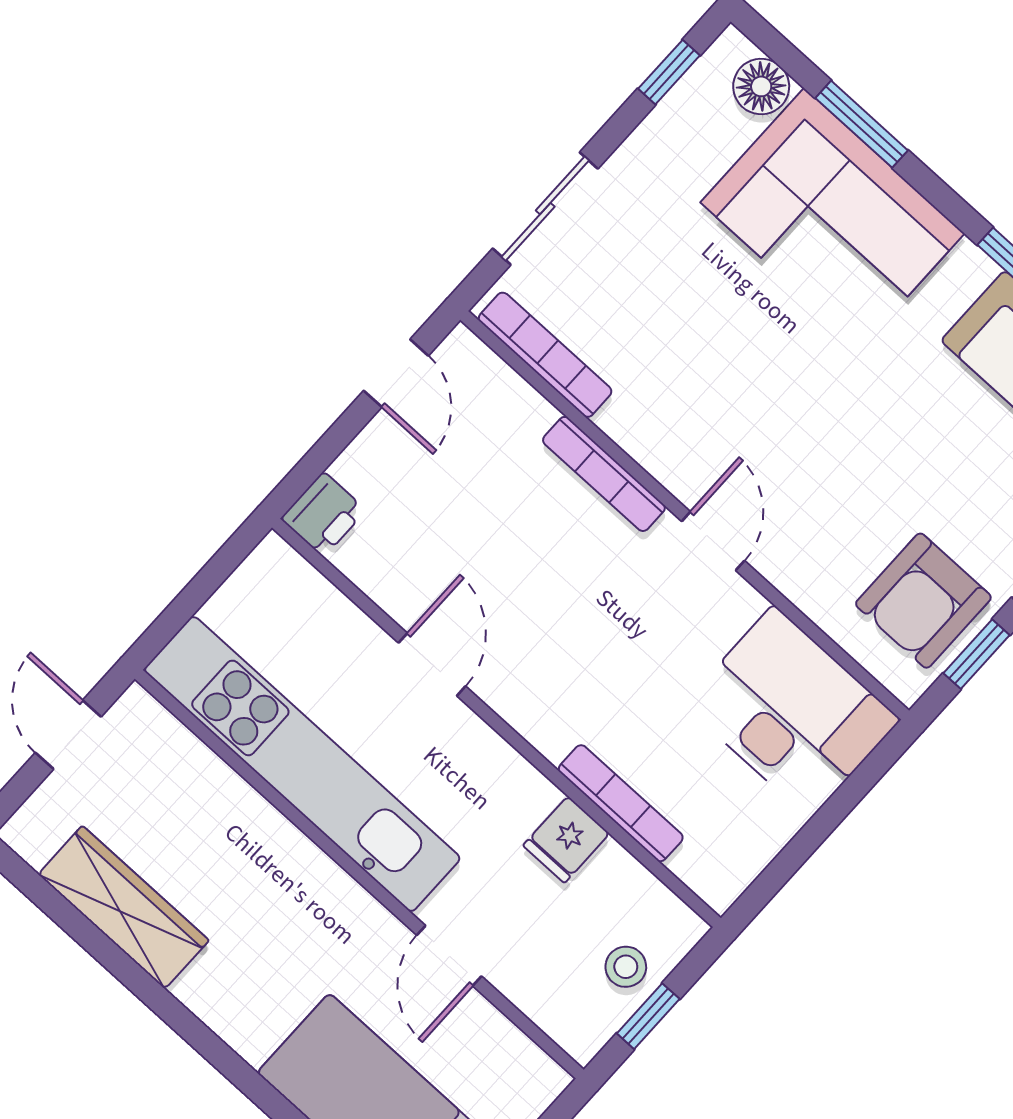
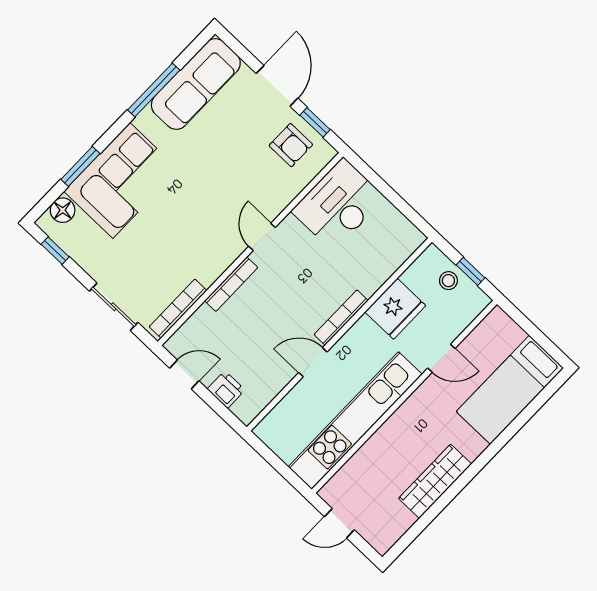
printer: (323, 514) -> (226, 390), moved
door: (713, 541) -> (262, 237), hinge flipped
armchair: (923, 601) -> (291, 145), width x0.72, depth x0.72
bookcase: (621, 803) -> (341, 318), moved
fridge: (566, 840) -> (395, 309), width x1.88, depth x1.34
wardrobe: (124, 907) -> (435, 481), moved

